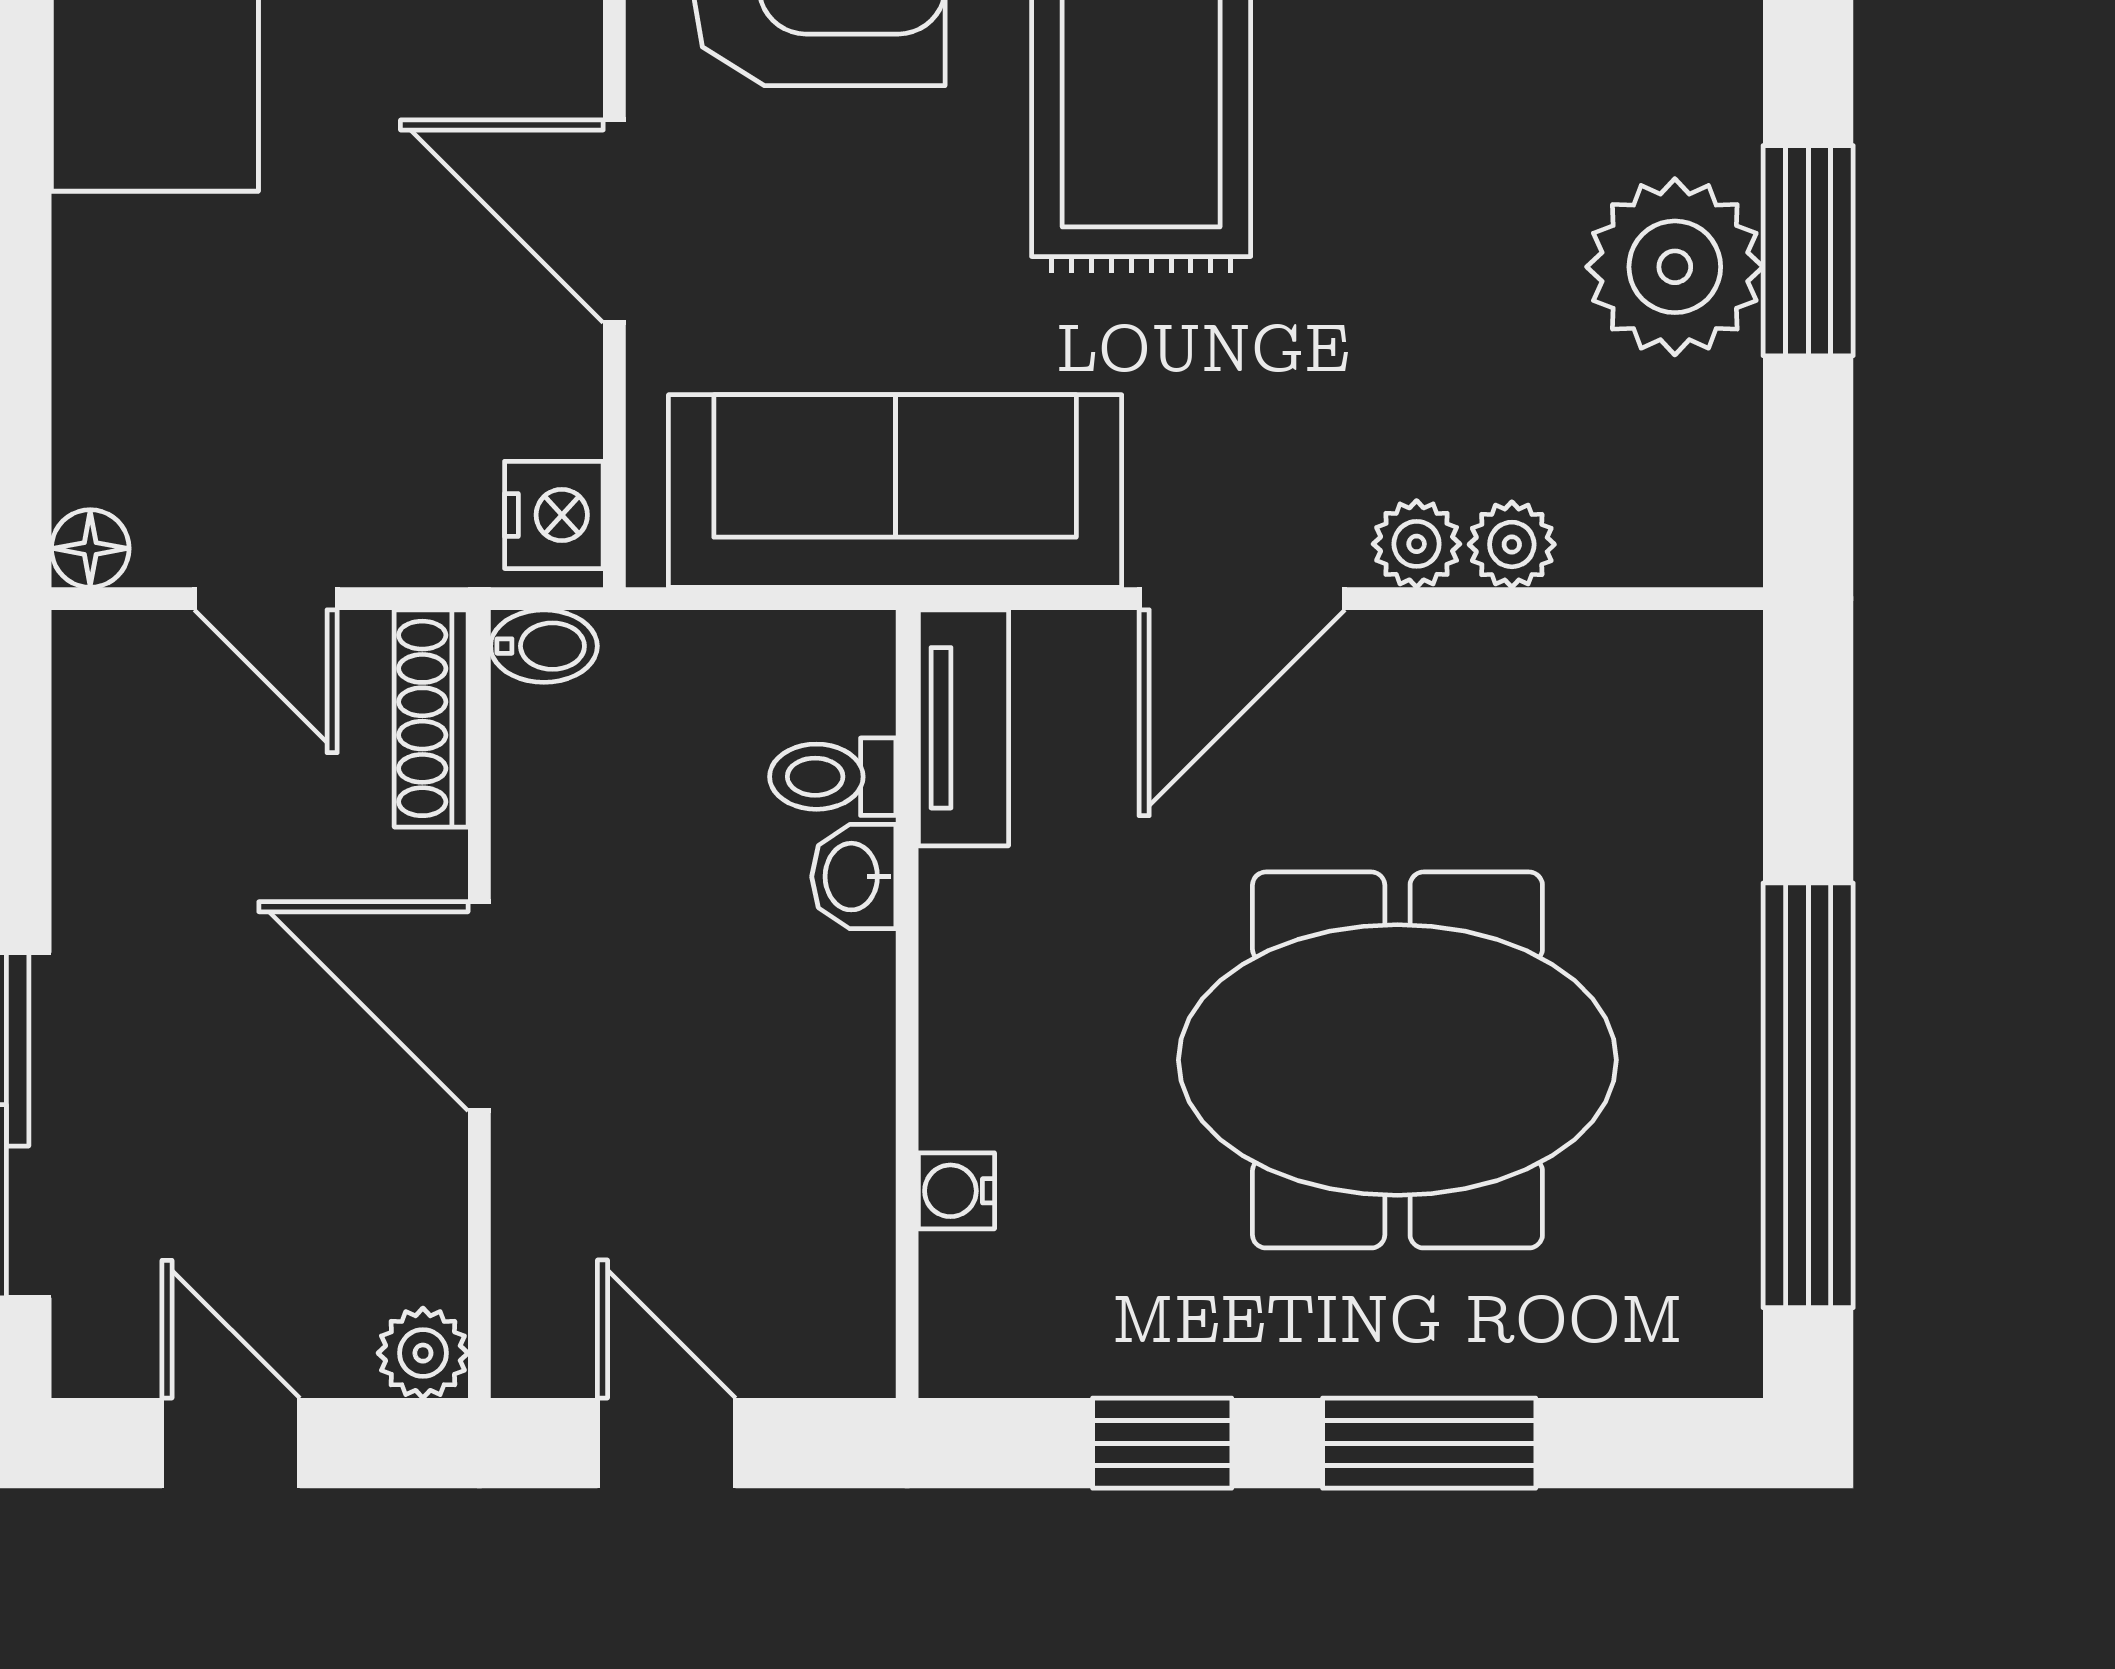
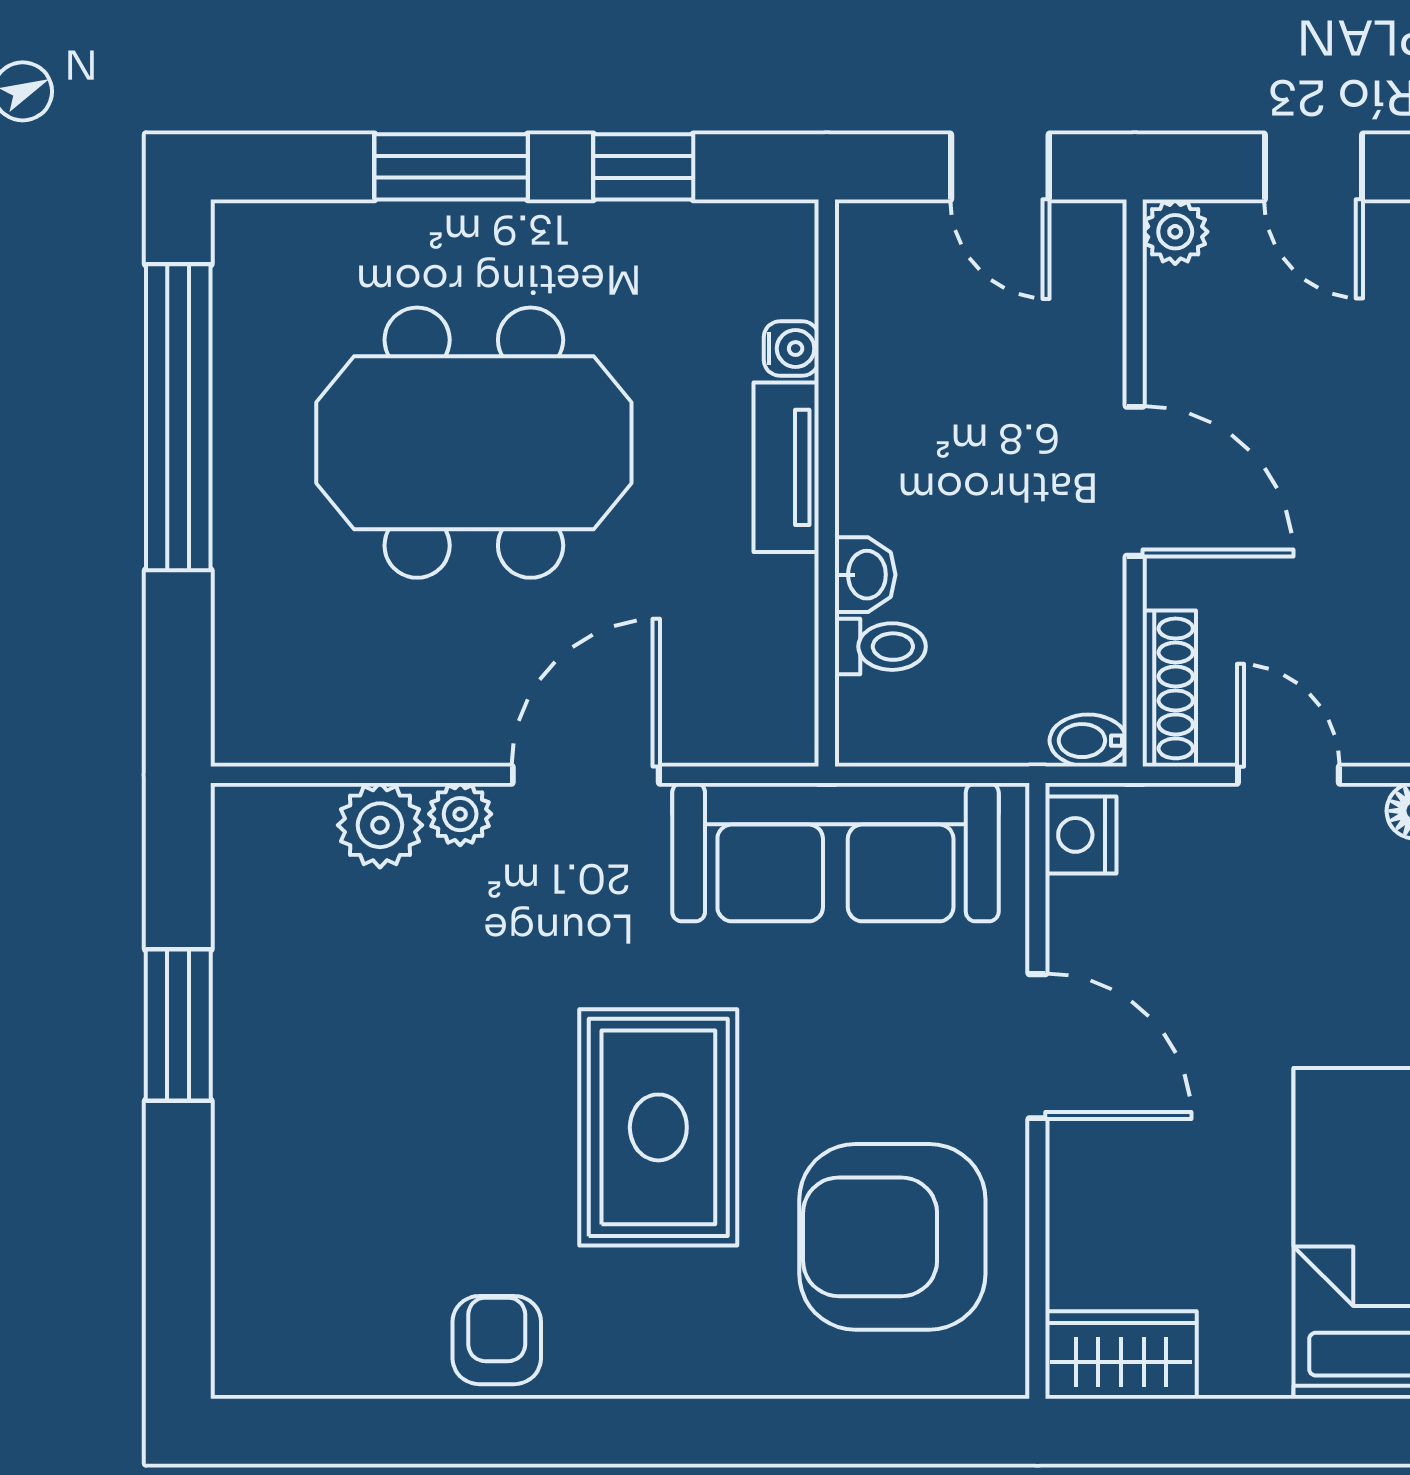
plant: (1675, 267) -> (274, 1013), removed
plant: (1512, 544) -> (380, 825), width x1.38, depth x1.38
tv unit: (964, 728) -> (786, 467), moved

